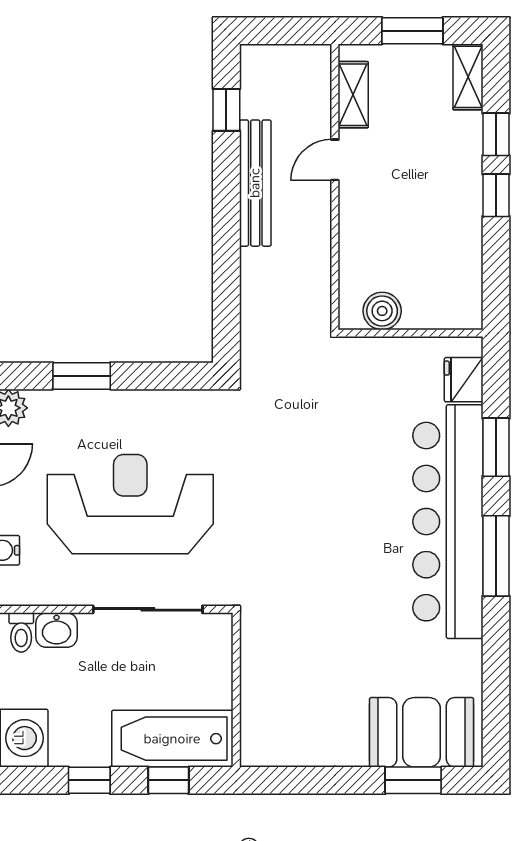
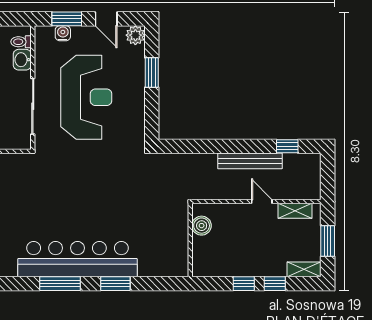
boiler: (382, 311) -> (202, 226), moved
wall: (411, 333) -> (190, 240), moved
fridge: (464, 380) -> (150, 267), removed

